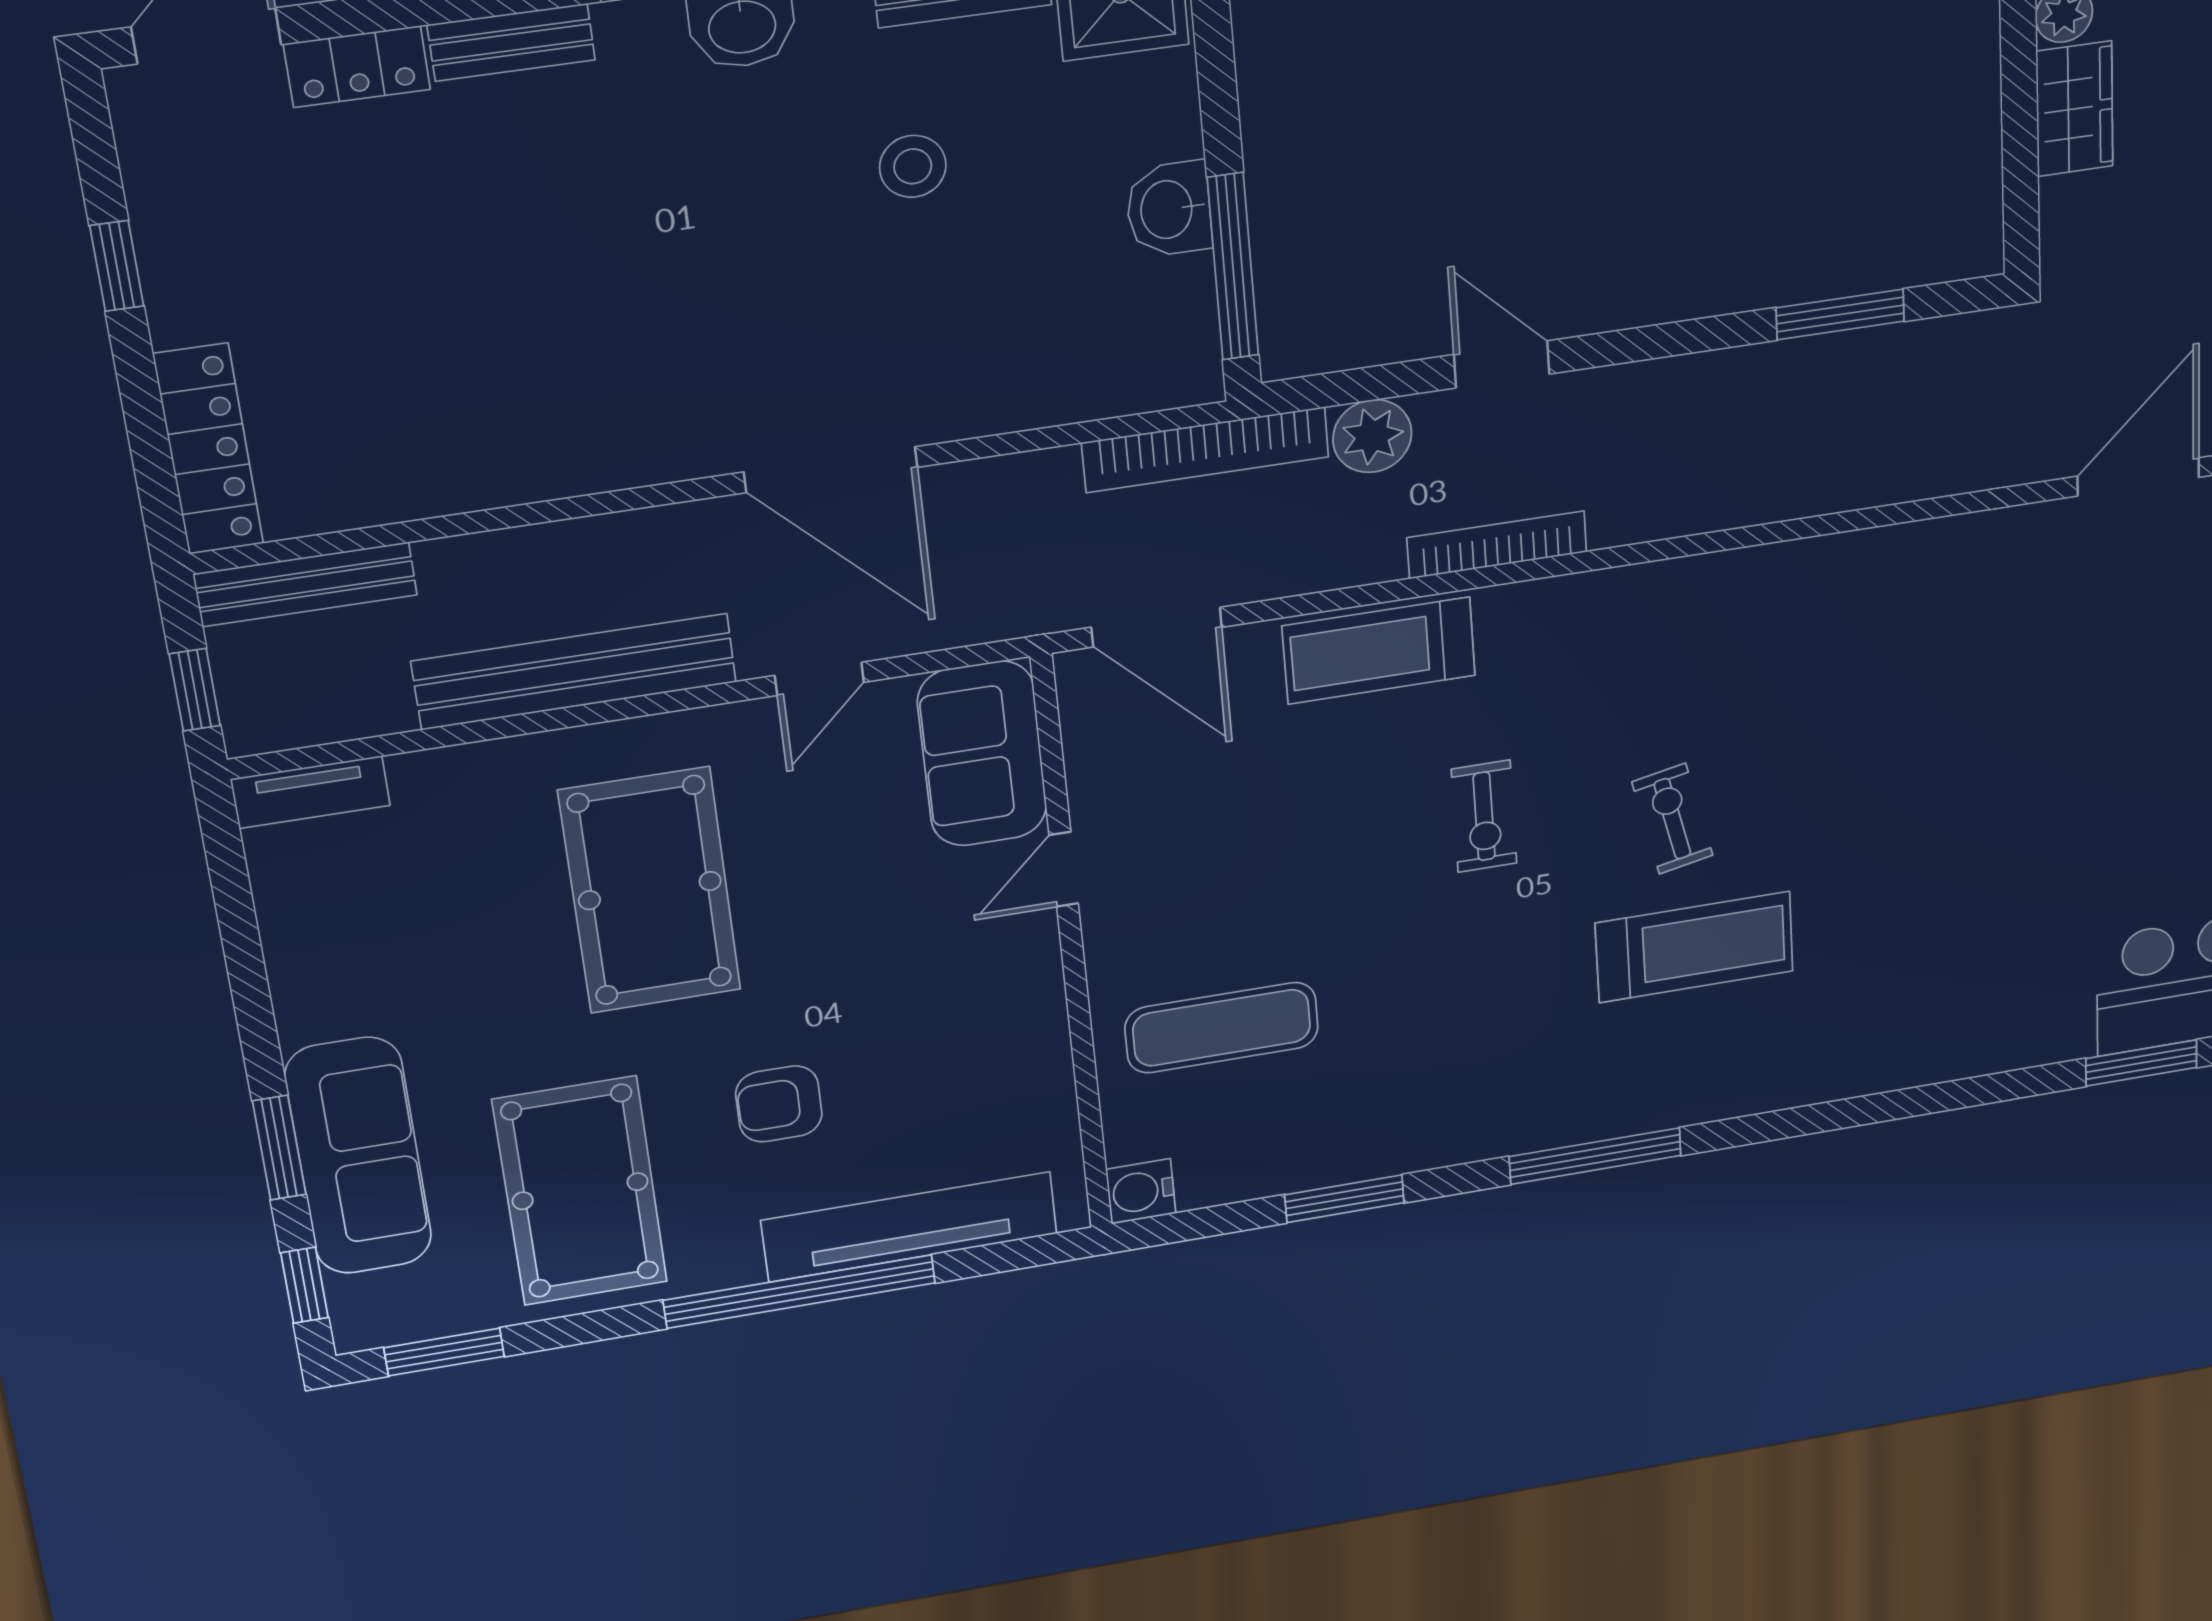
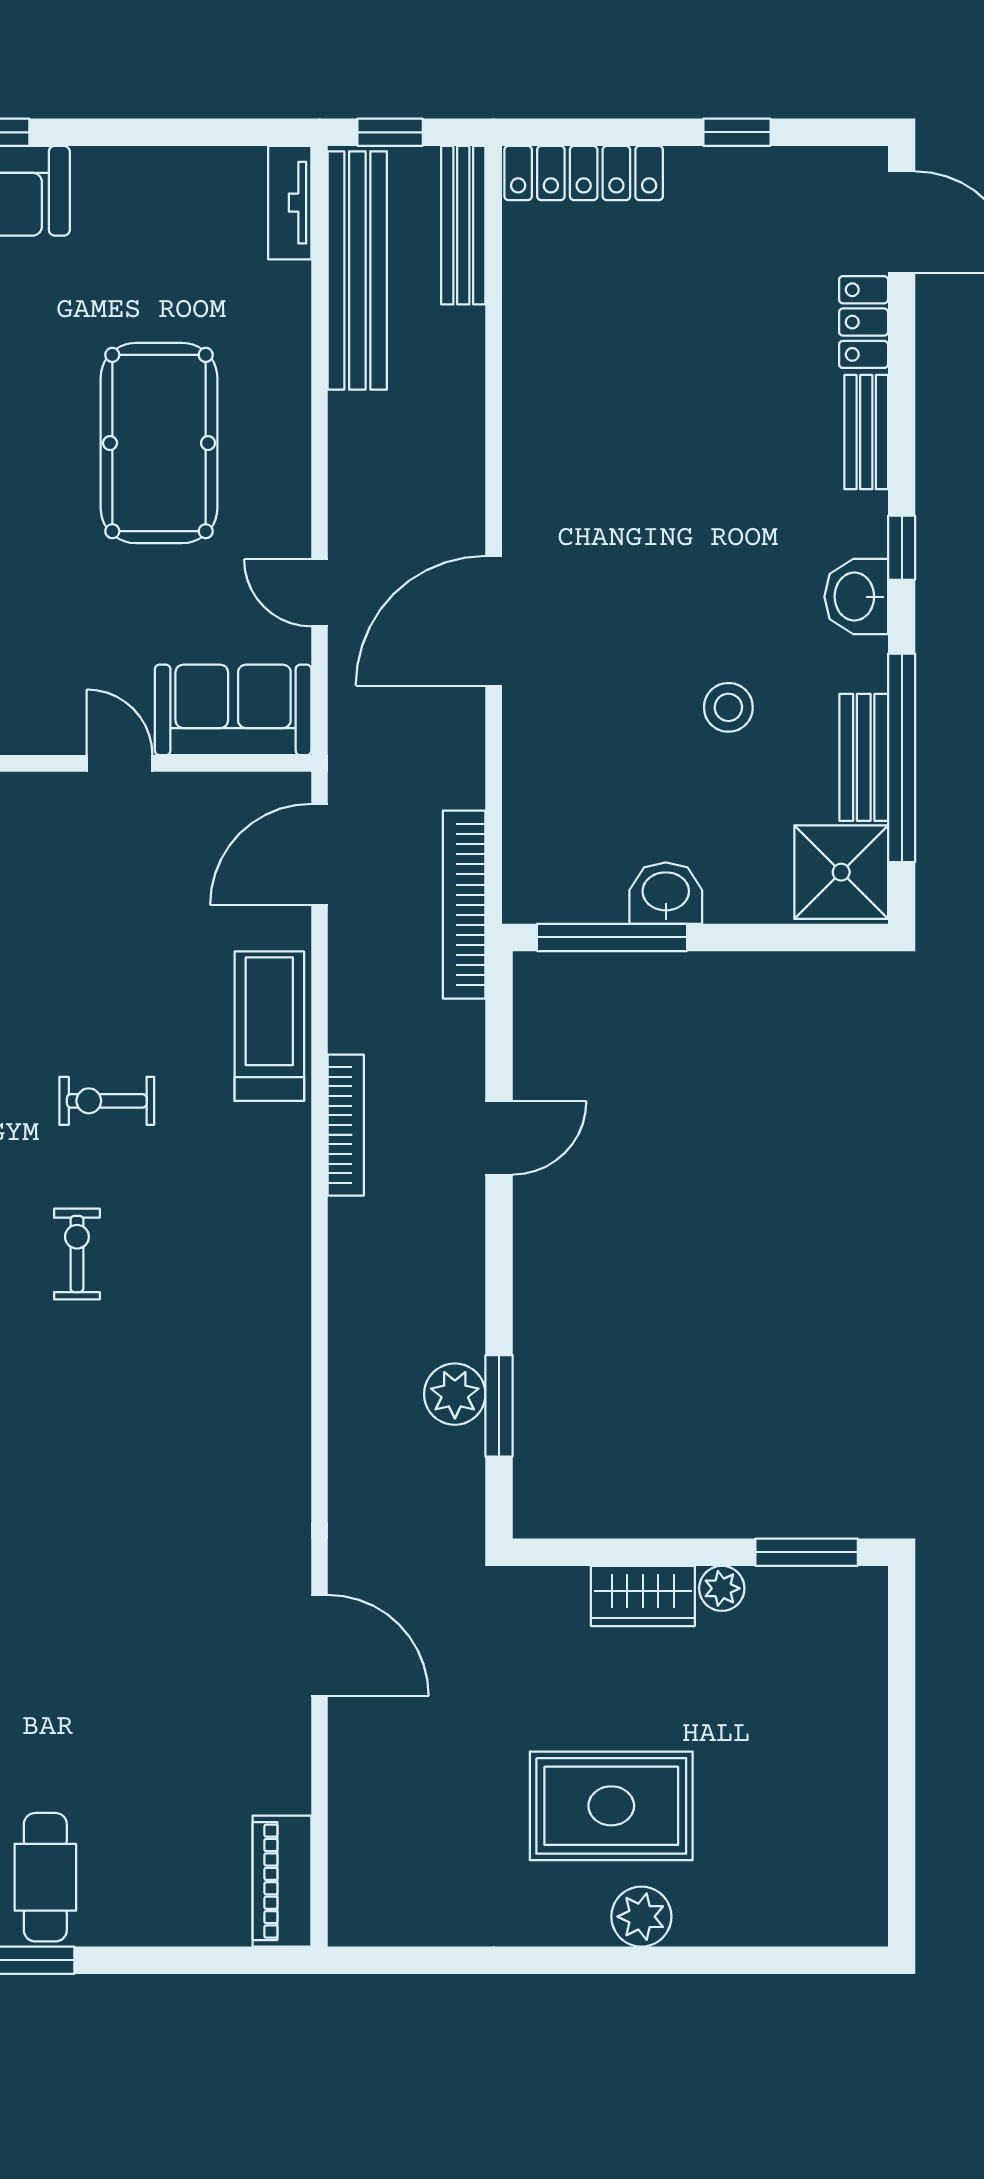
plant: (1372, 436) -> (455, 1394), moved
bench: (574, 672) -> (357, 270), moved
exercise bike: (1672, 819) -> (77, 1254), turned -78
pool table: (650, 891) -> (159, 443), turned 90

